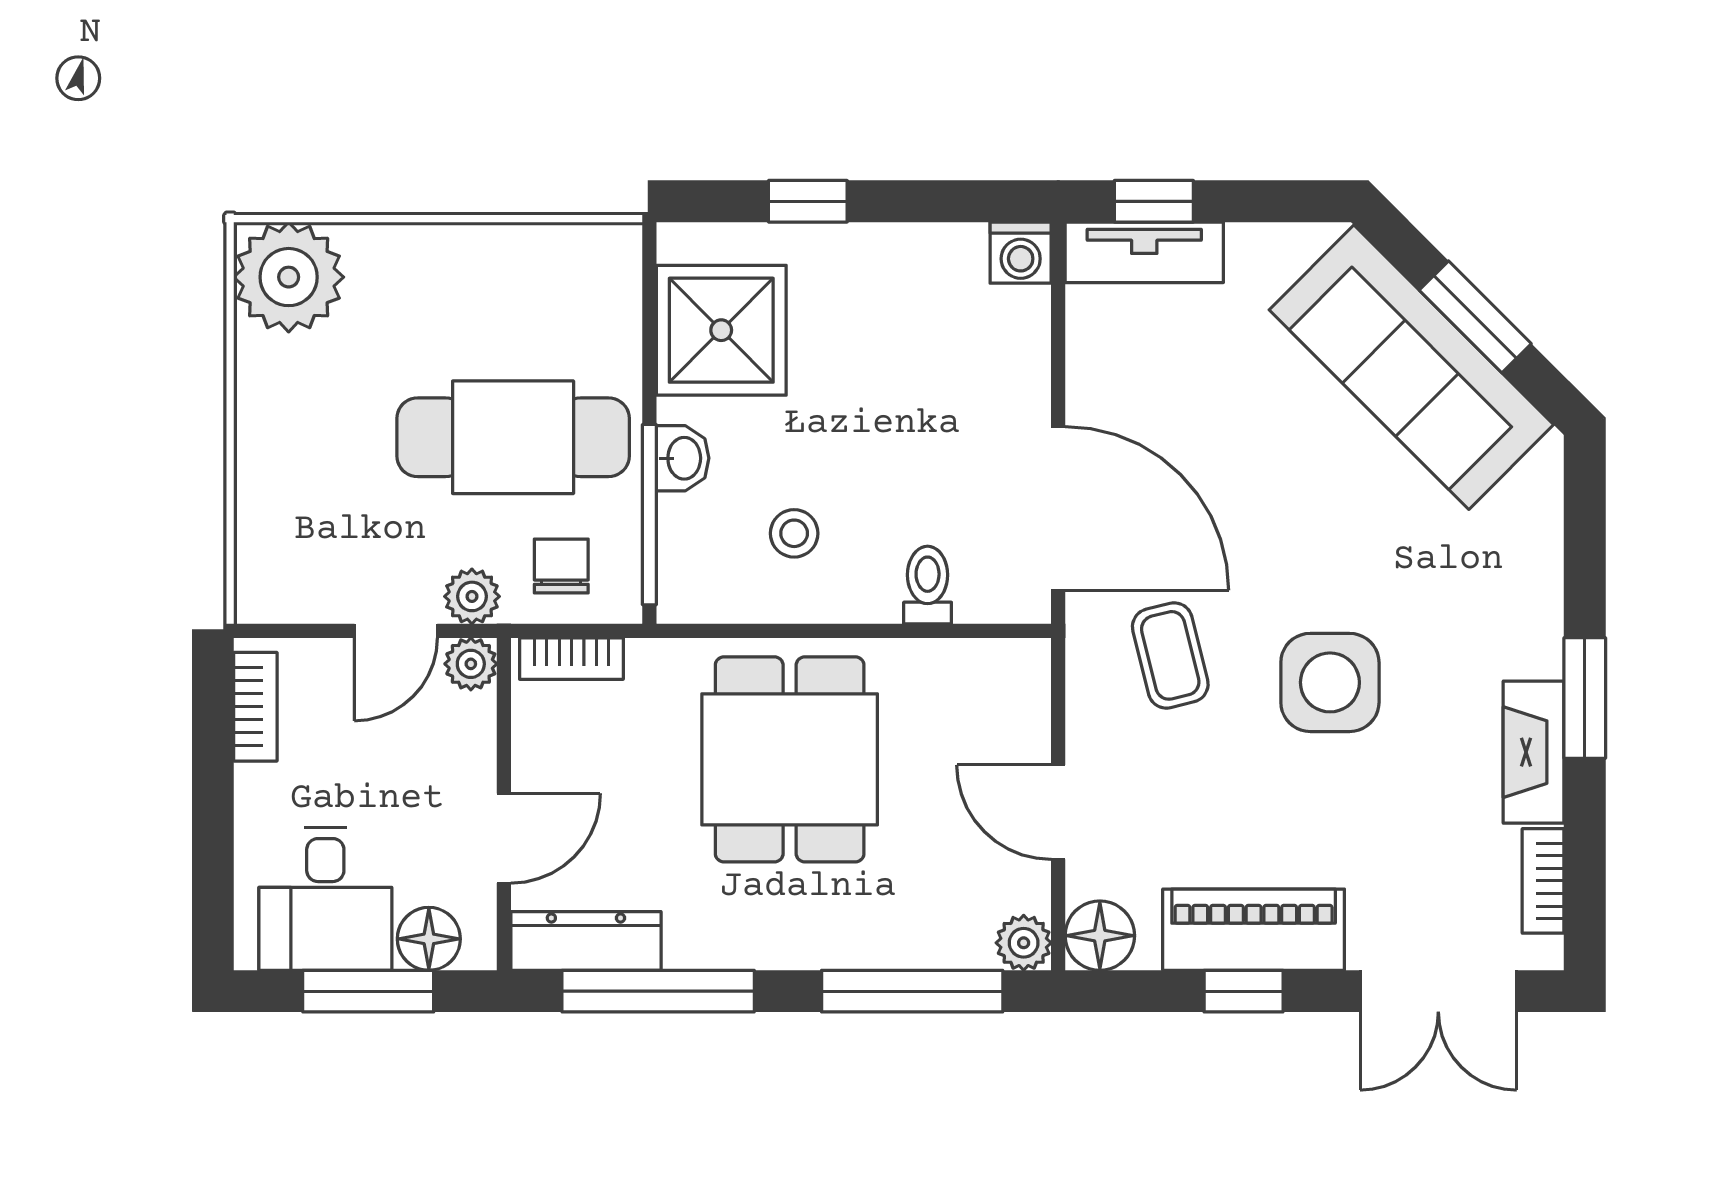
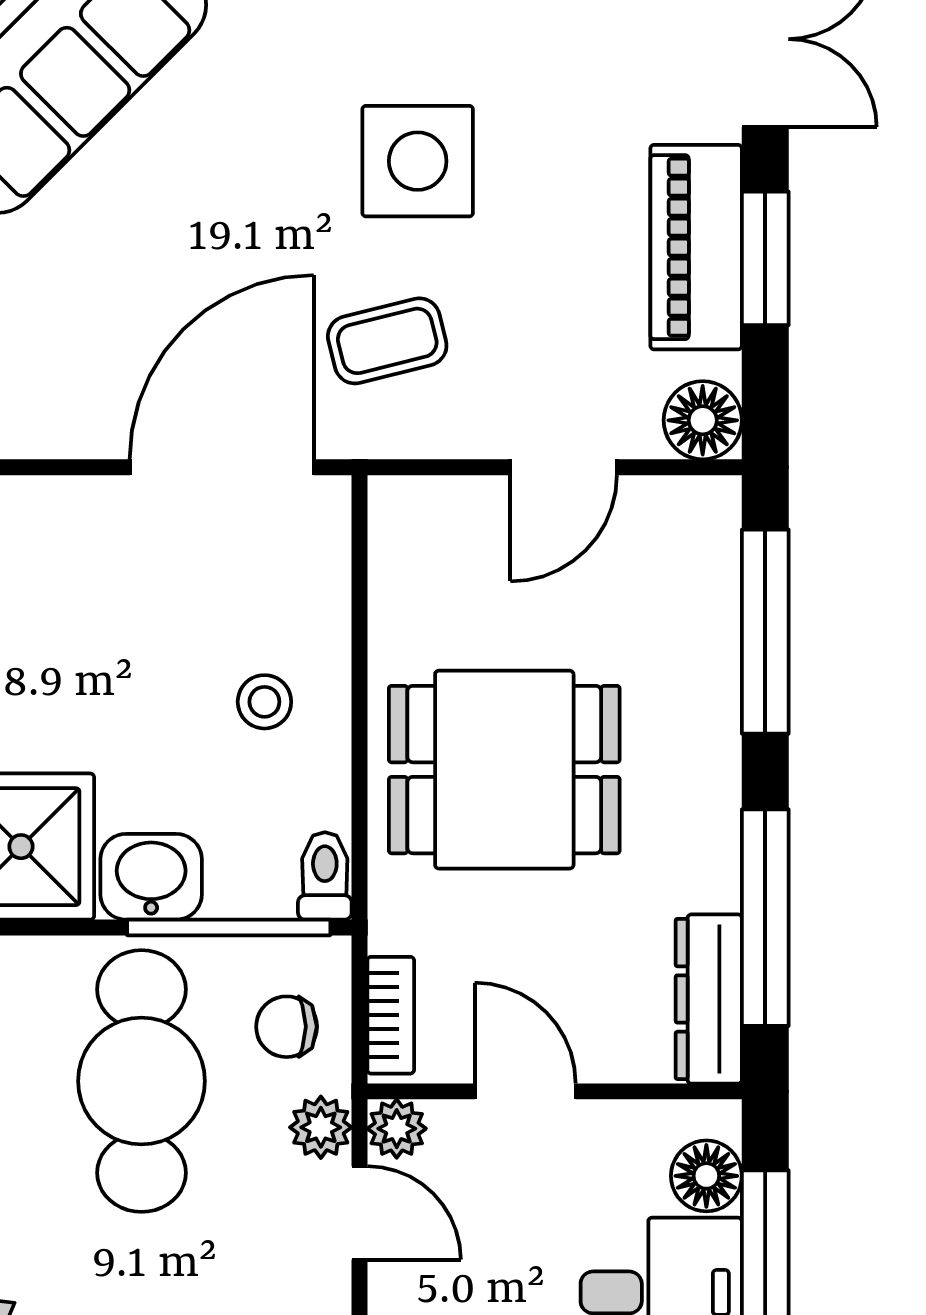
washbasin: (683, 458) -> (151, 877), width x1.38, depth x1.45
stool: (794, 533) -> (264, 702), moved
toilet: (928, 585) -> (325, 876), moved, turned 90
door: (504, 838) -> (525, 1091), moved
plant: (1024, 943) -> (711, 506), removed
window: (1244, 991) -> (765, 258), width x1.50

